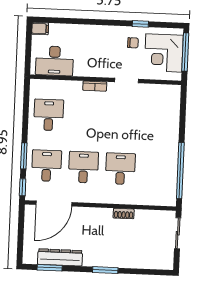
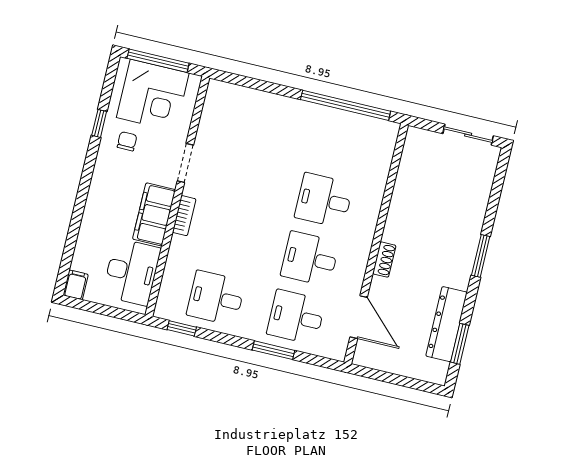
filing cabinet: (92, 68) -> (154, 214), added
window: (23, 187) -> (182, 328), moved
door: (54, 203) -> (359, 317), width x0.73
shoe rack: (124, 214) -> (384, 260), moved
sliding door: (178, 233) -> (468, 135), moved

